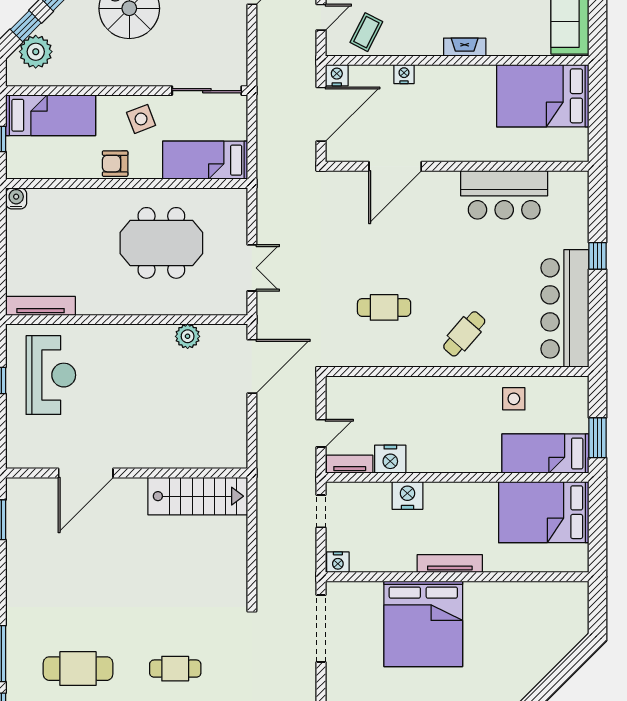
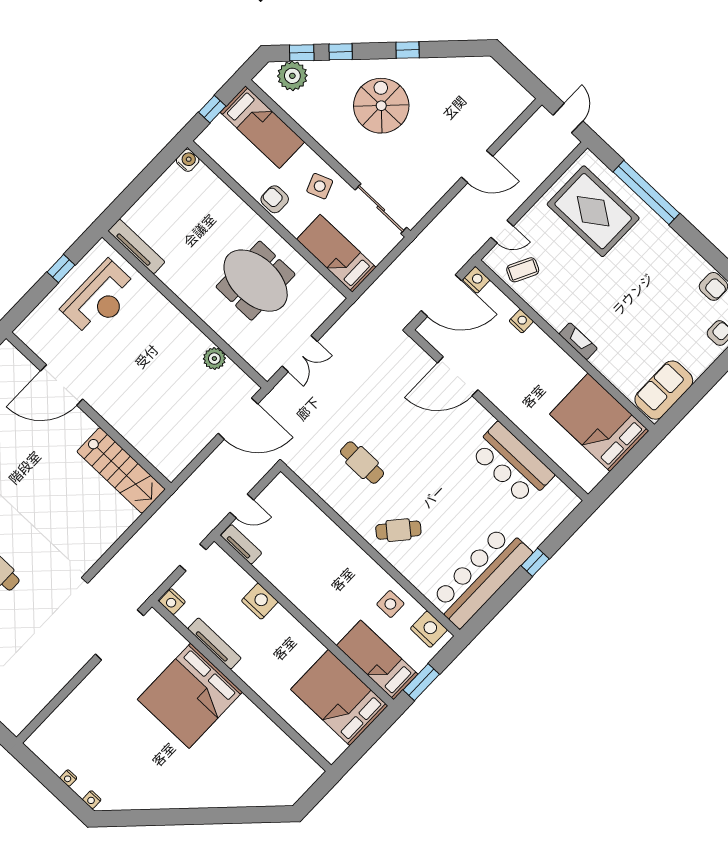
nightstand: (390, 459) -> (429, 629), moved, turned 180
tv unit: (450, 564) -> (214, 644), moved

